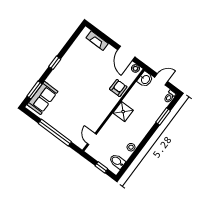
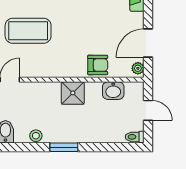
washbasin: (145, 79) -> (113, 91), moved
coffee table: (74, 111) -> (28, 31), added
window: (163, 116) -> (64, 147), moved

